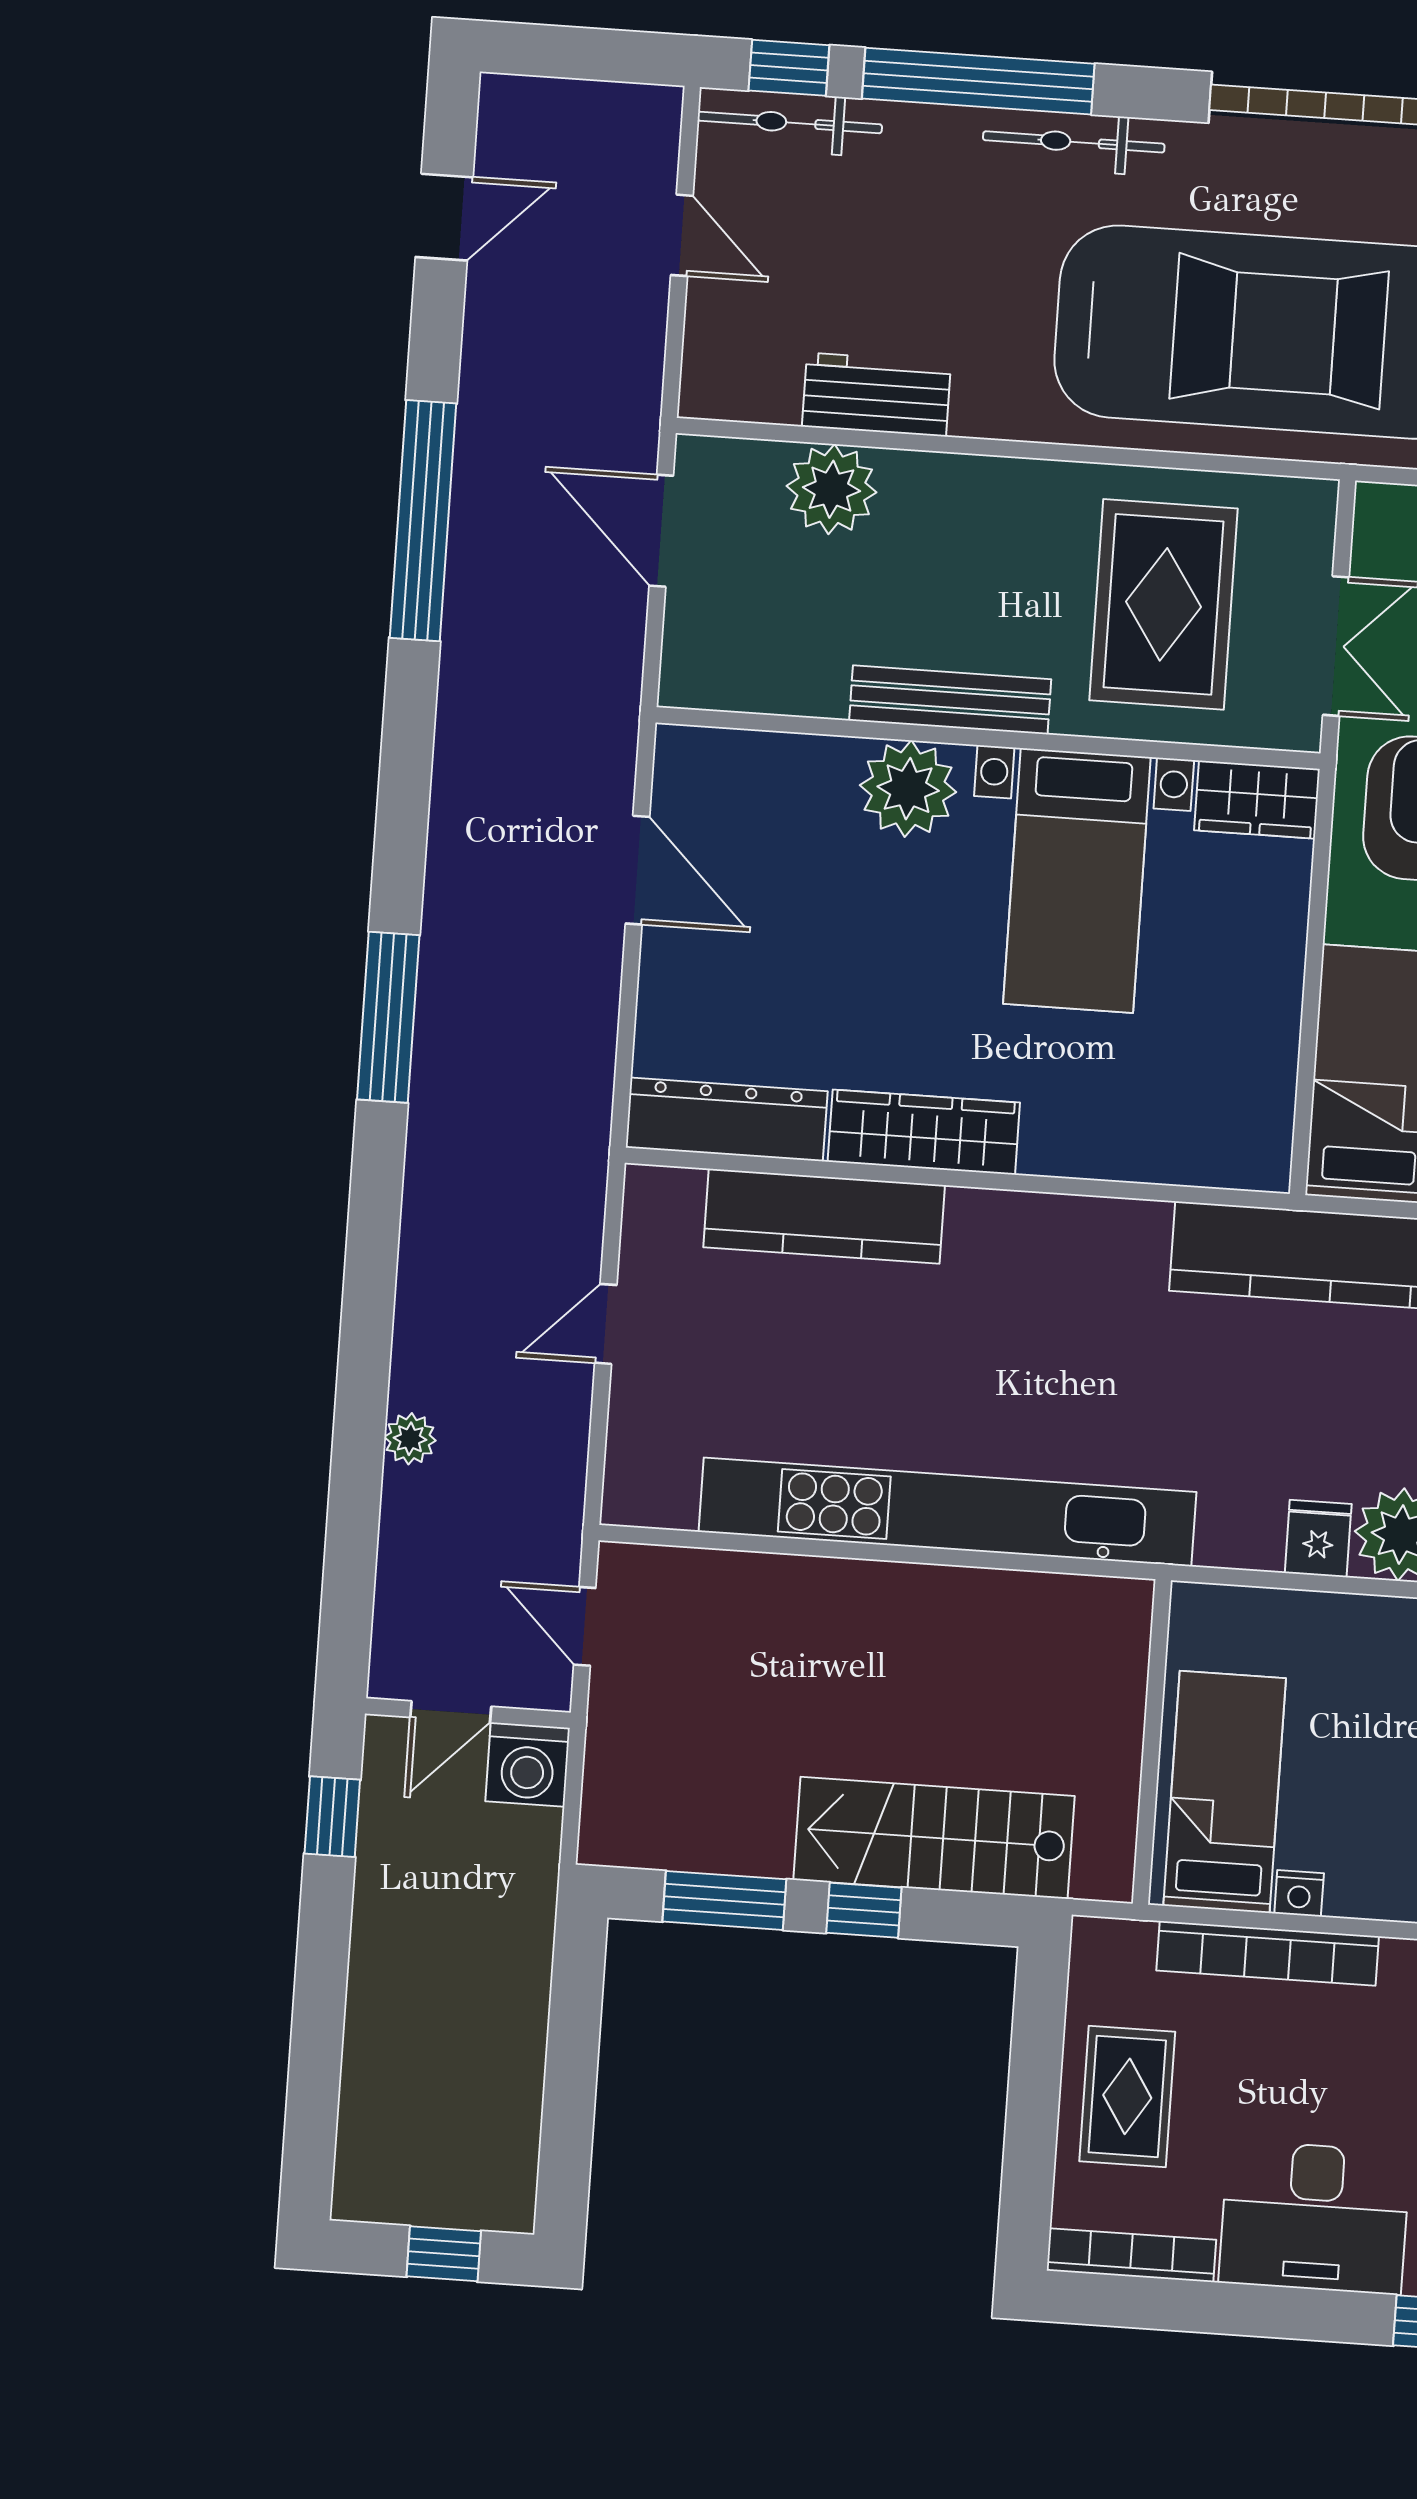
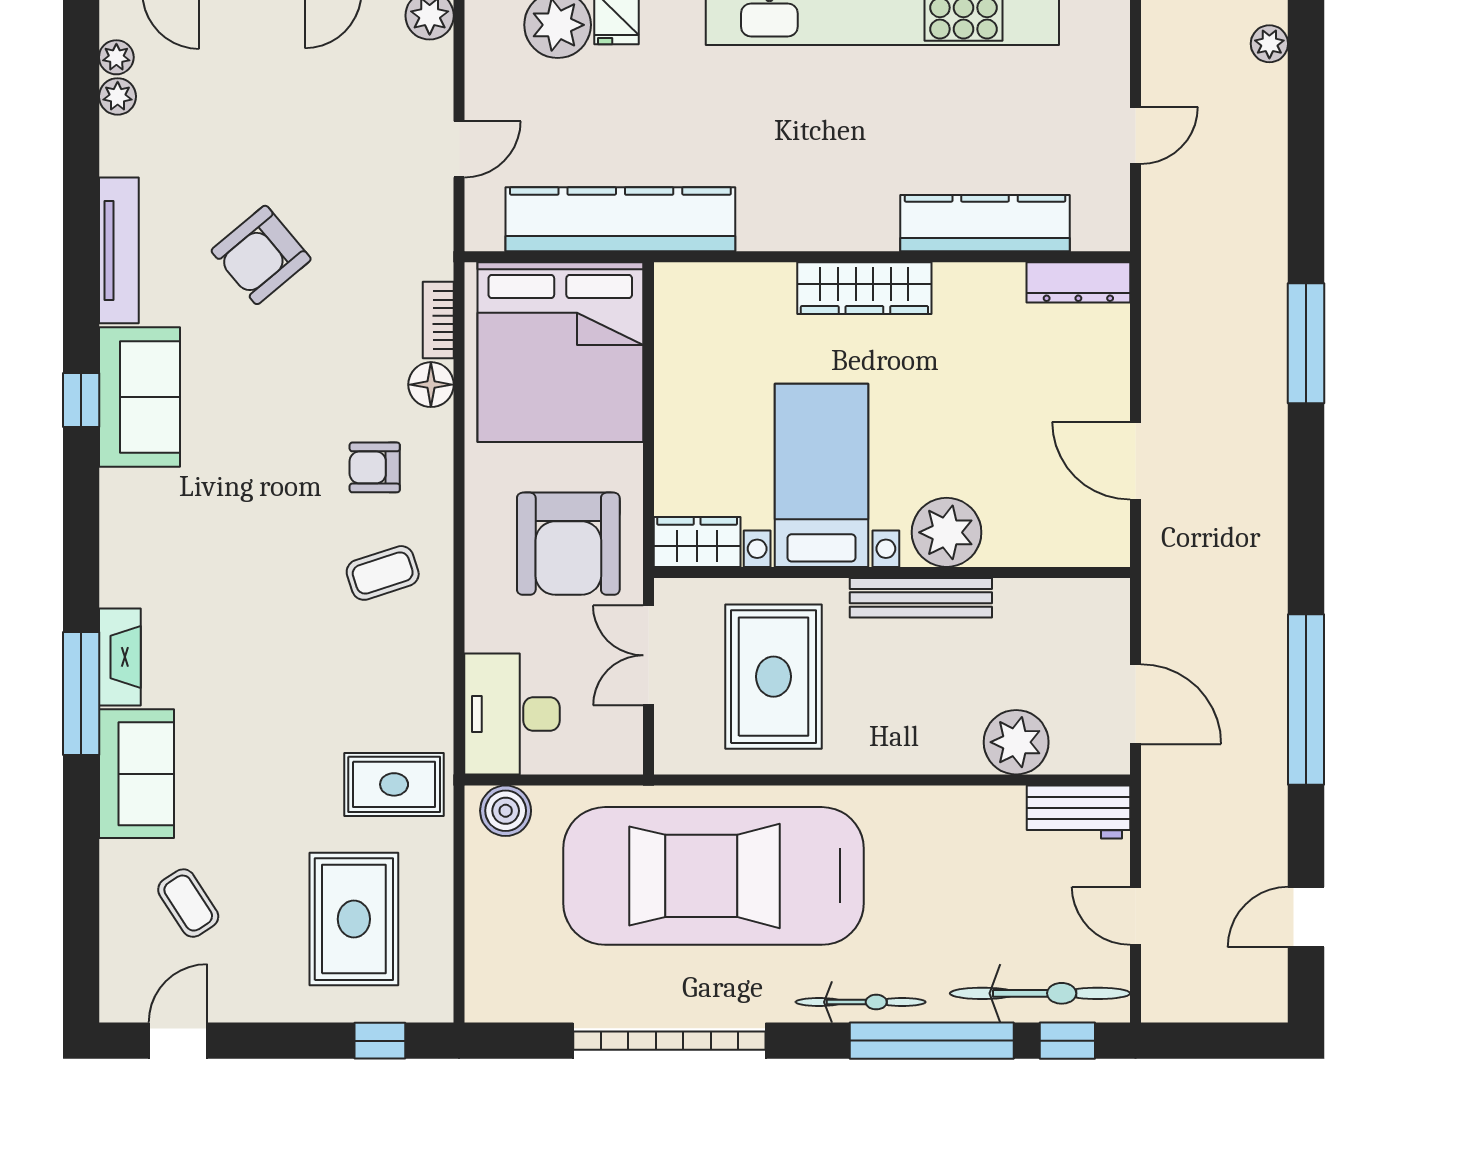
bicycle: (790, 122) -> (1040, 993), width x1.37, depth x1.40
workbench: (876, 394) -> (1079, 812), moved
dresser: (727, 1119) -> (1078, 282), width x0.73, depth x0.80
wardrobe: (924, 1132) -> (864, 288), moved

